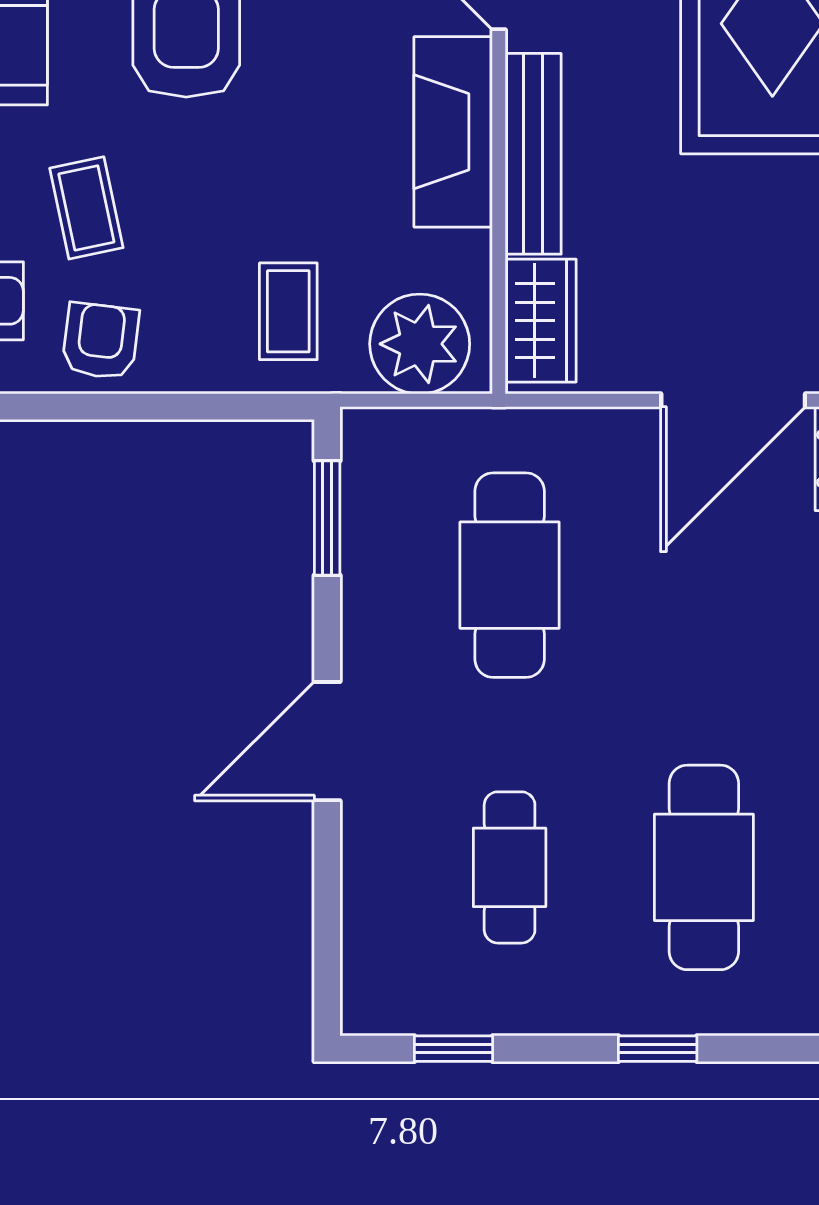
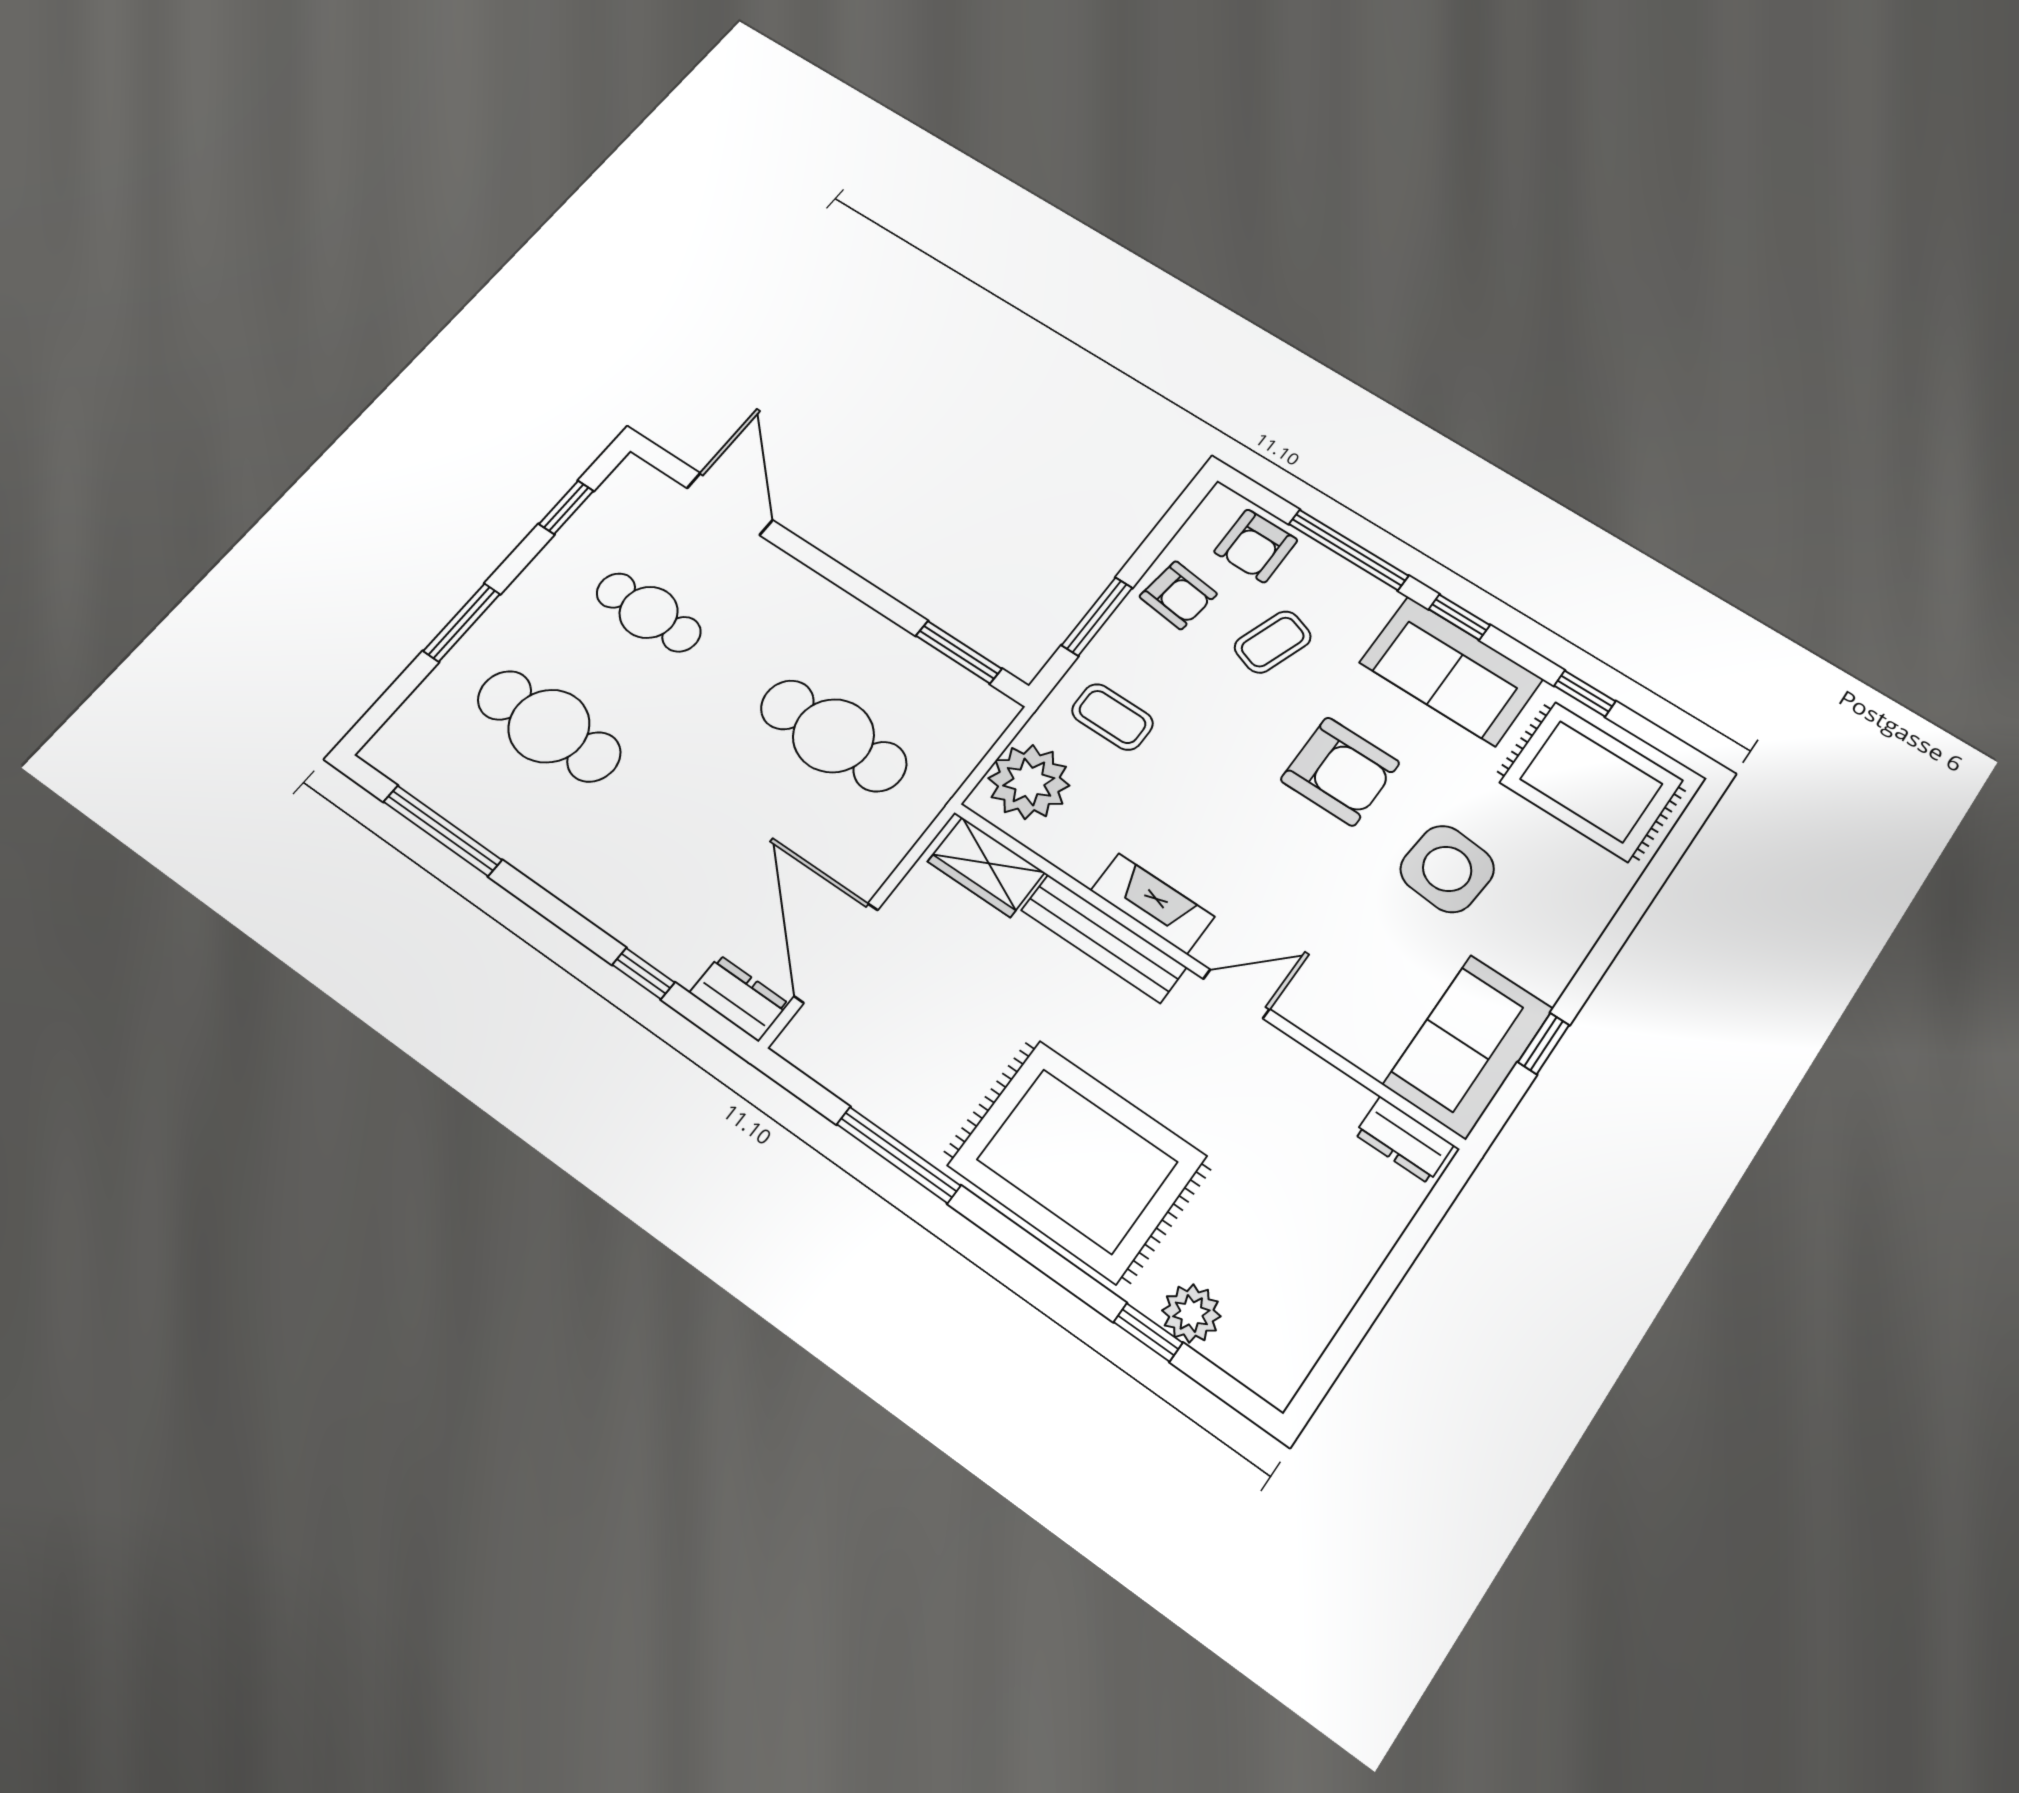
fireplace: (453, 132) -> (1152, 904), width x0.73, depth x0.76
coffee table: (86, 208) -> (1273, 642), turned -59
window: (185, 407) -> (1097, 616), added
door: (327, 741) -> (730, 504), moved
window: (658, 1049) -> (462, 623), width x1.50

